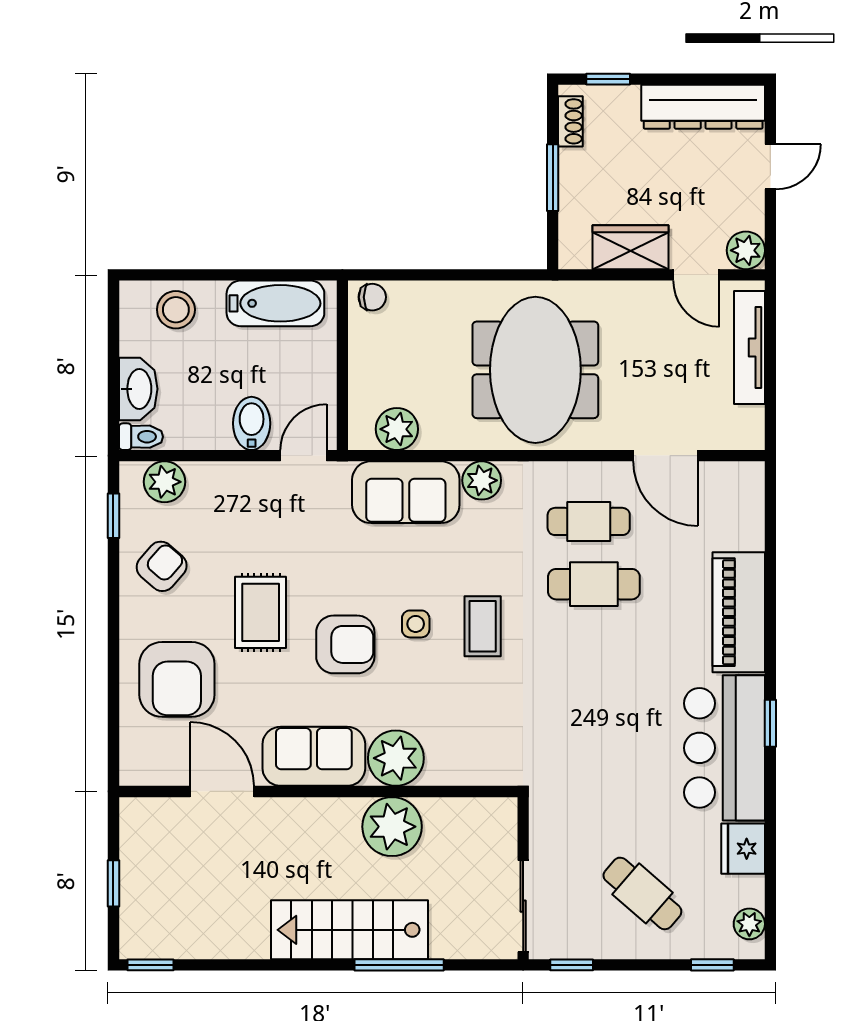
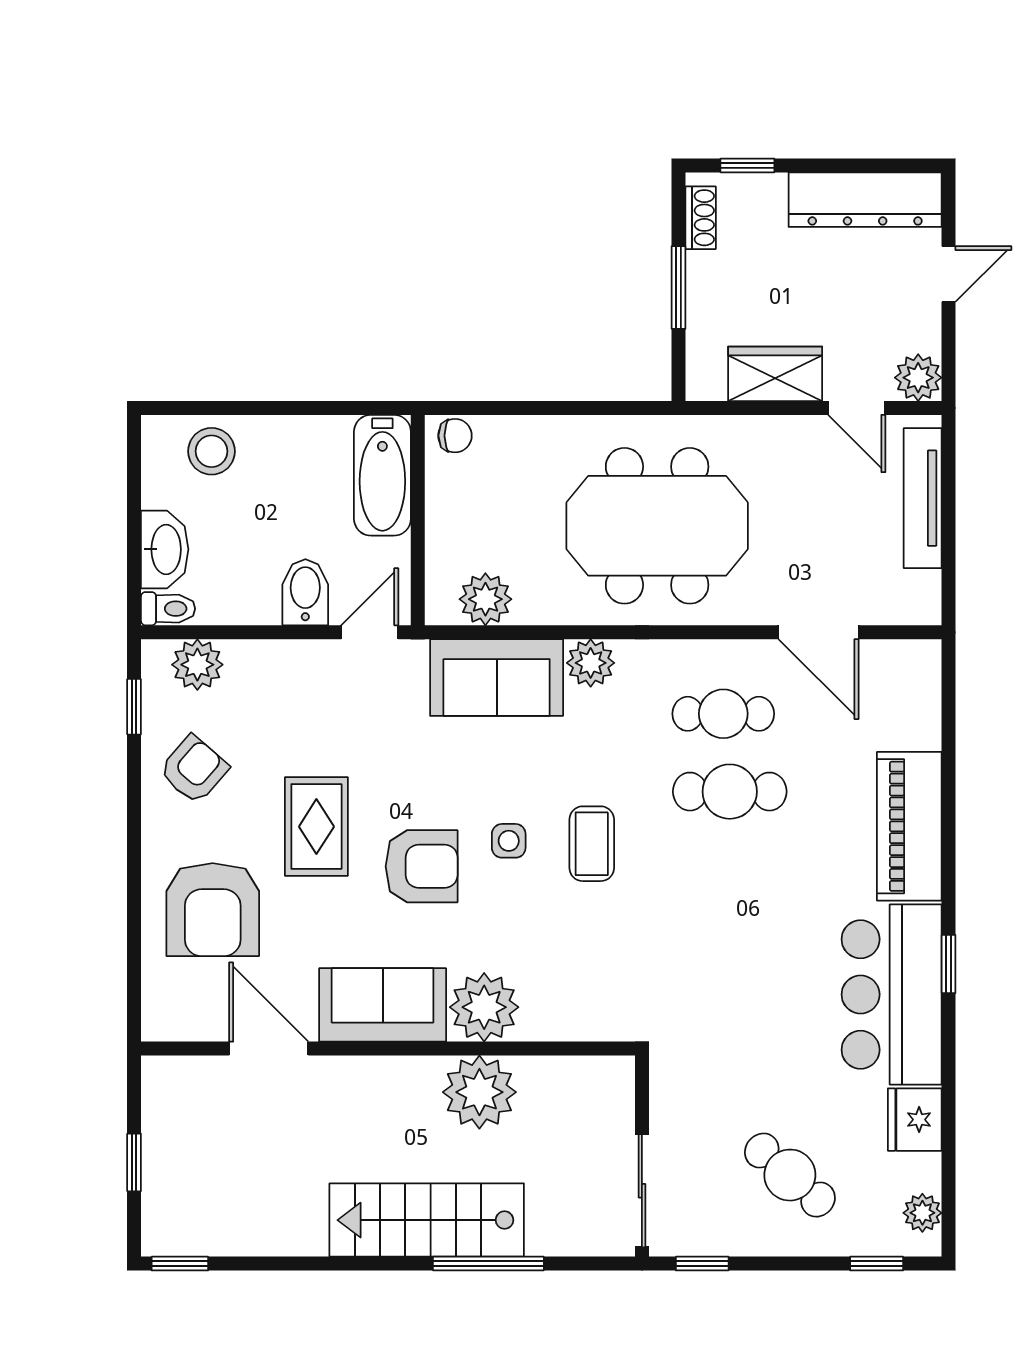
bathtub: (275, 303) -> (382, 475), moved, turned 90
meeting table: (535, 370) -> (657, 526), turned 90

